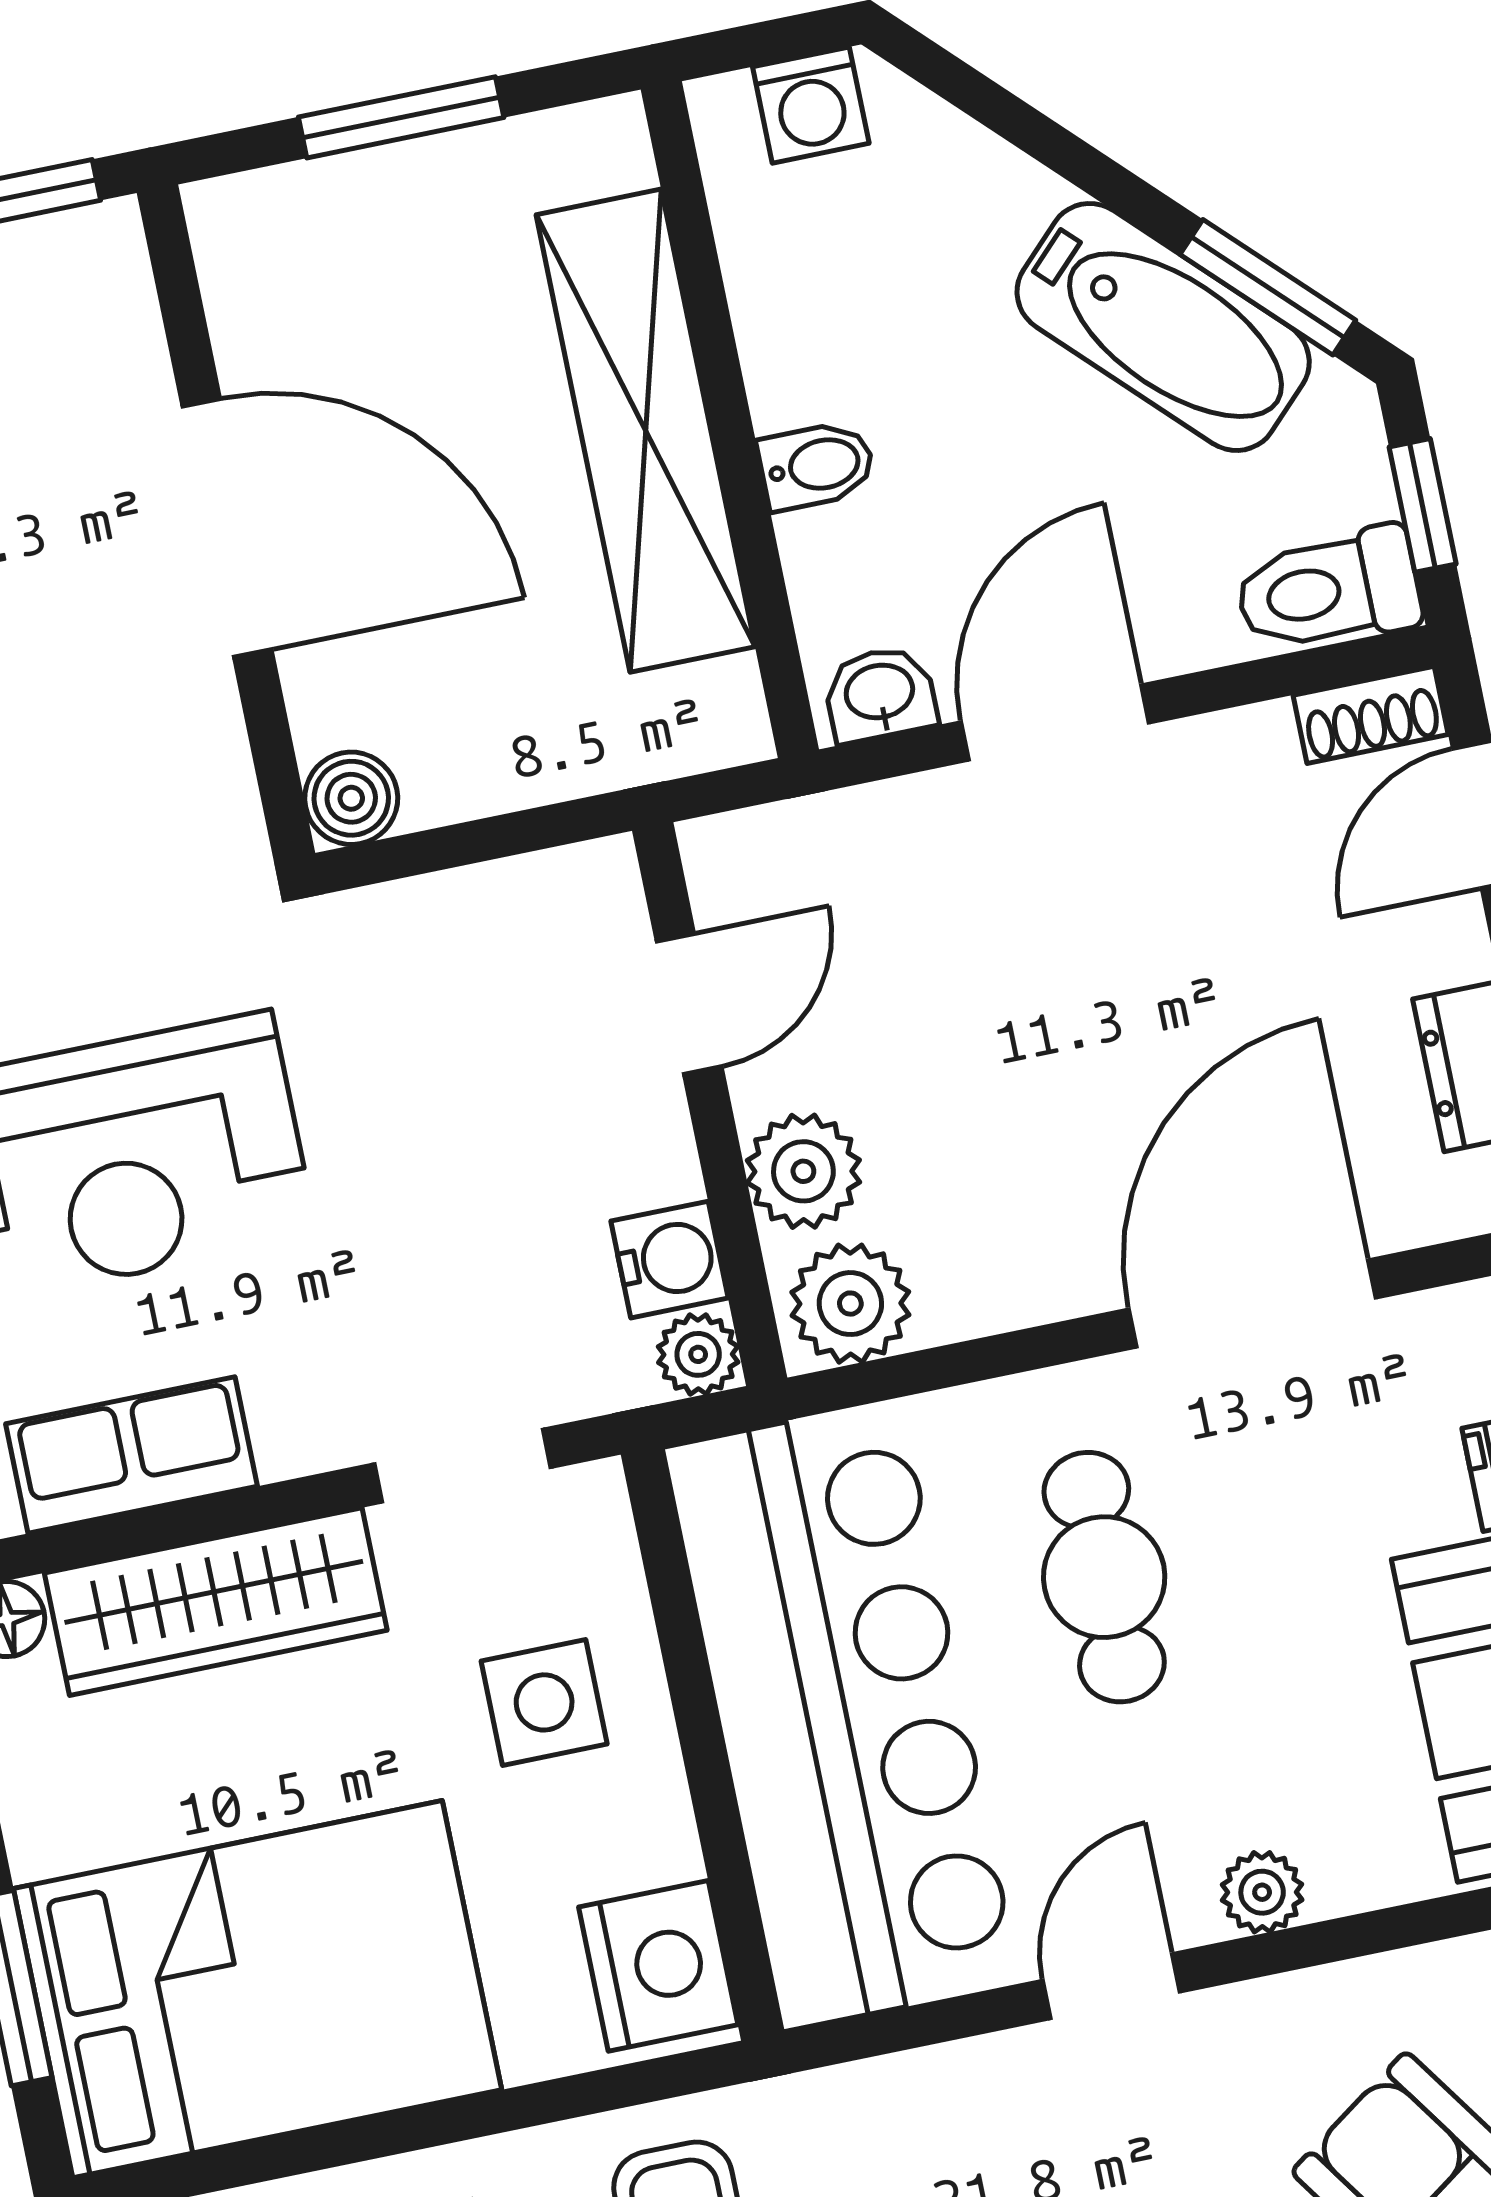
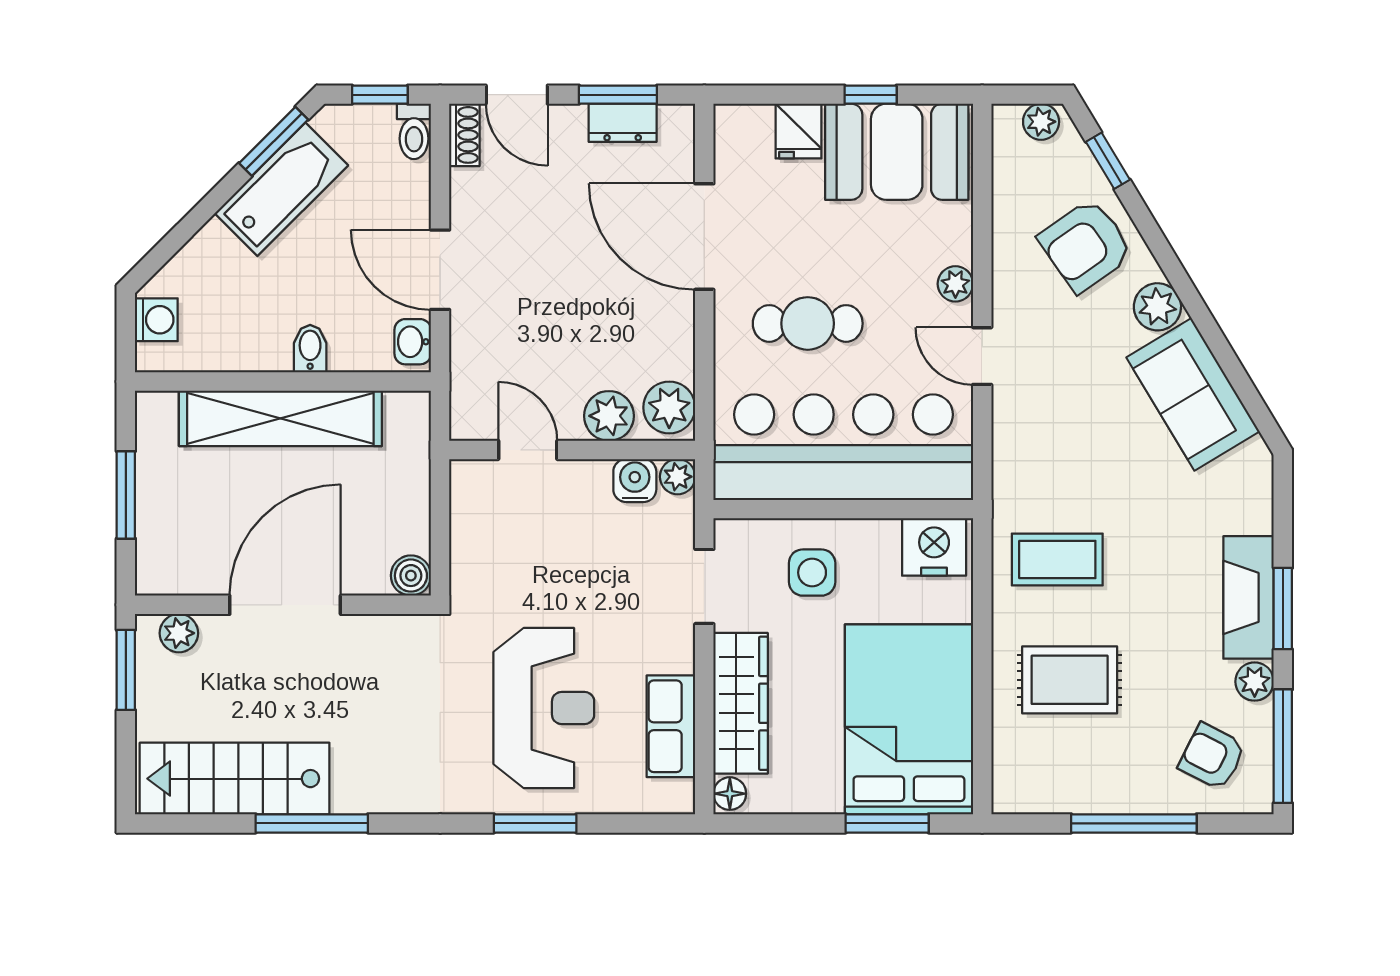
plant: (114, 301) -> (179, 633), added
toilet: (1328, 590) -> (414, 131), width x0.73, depth x0.72

